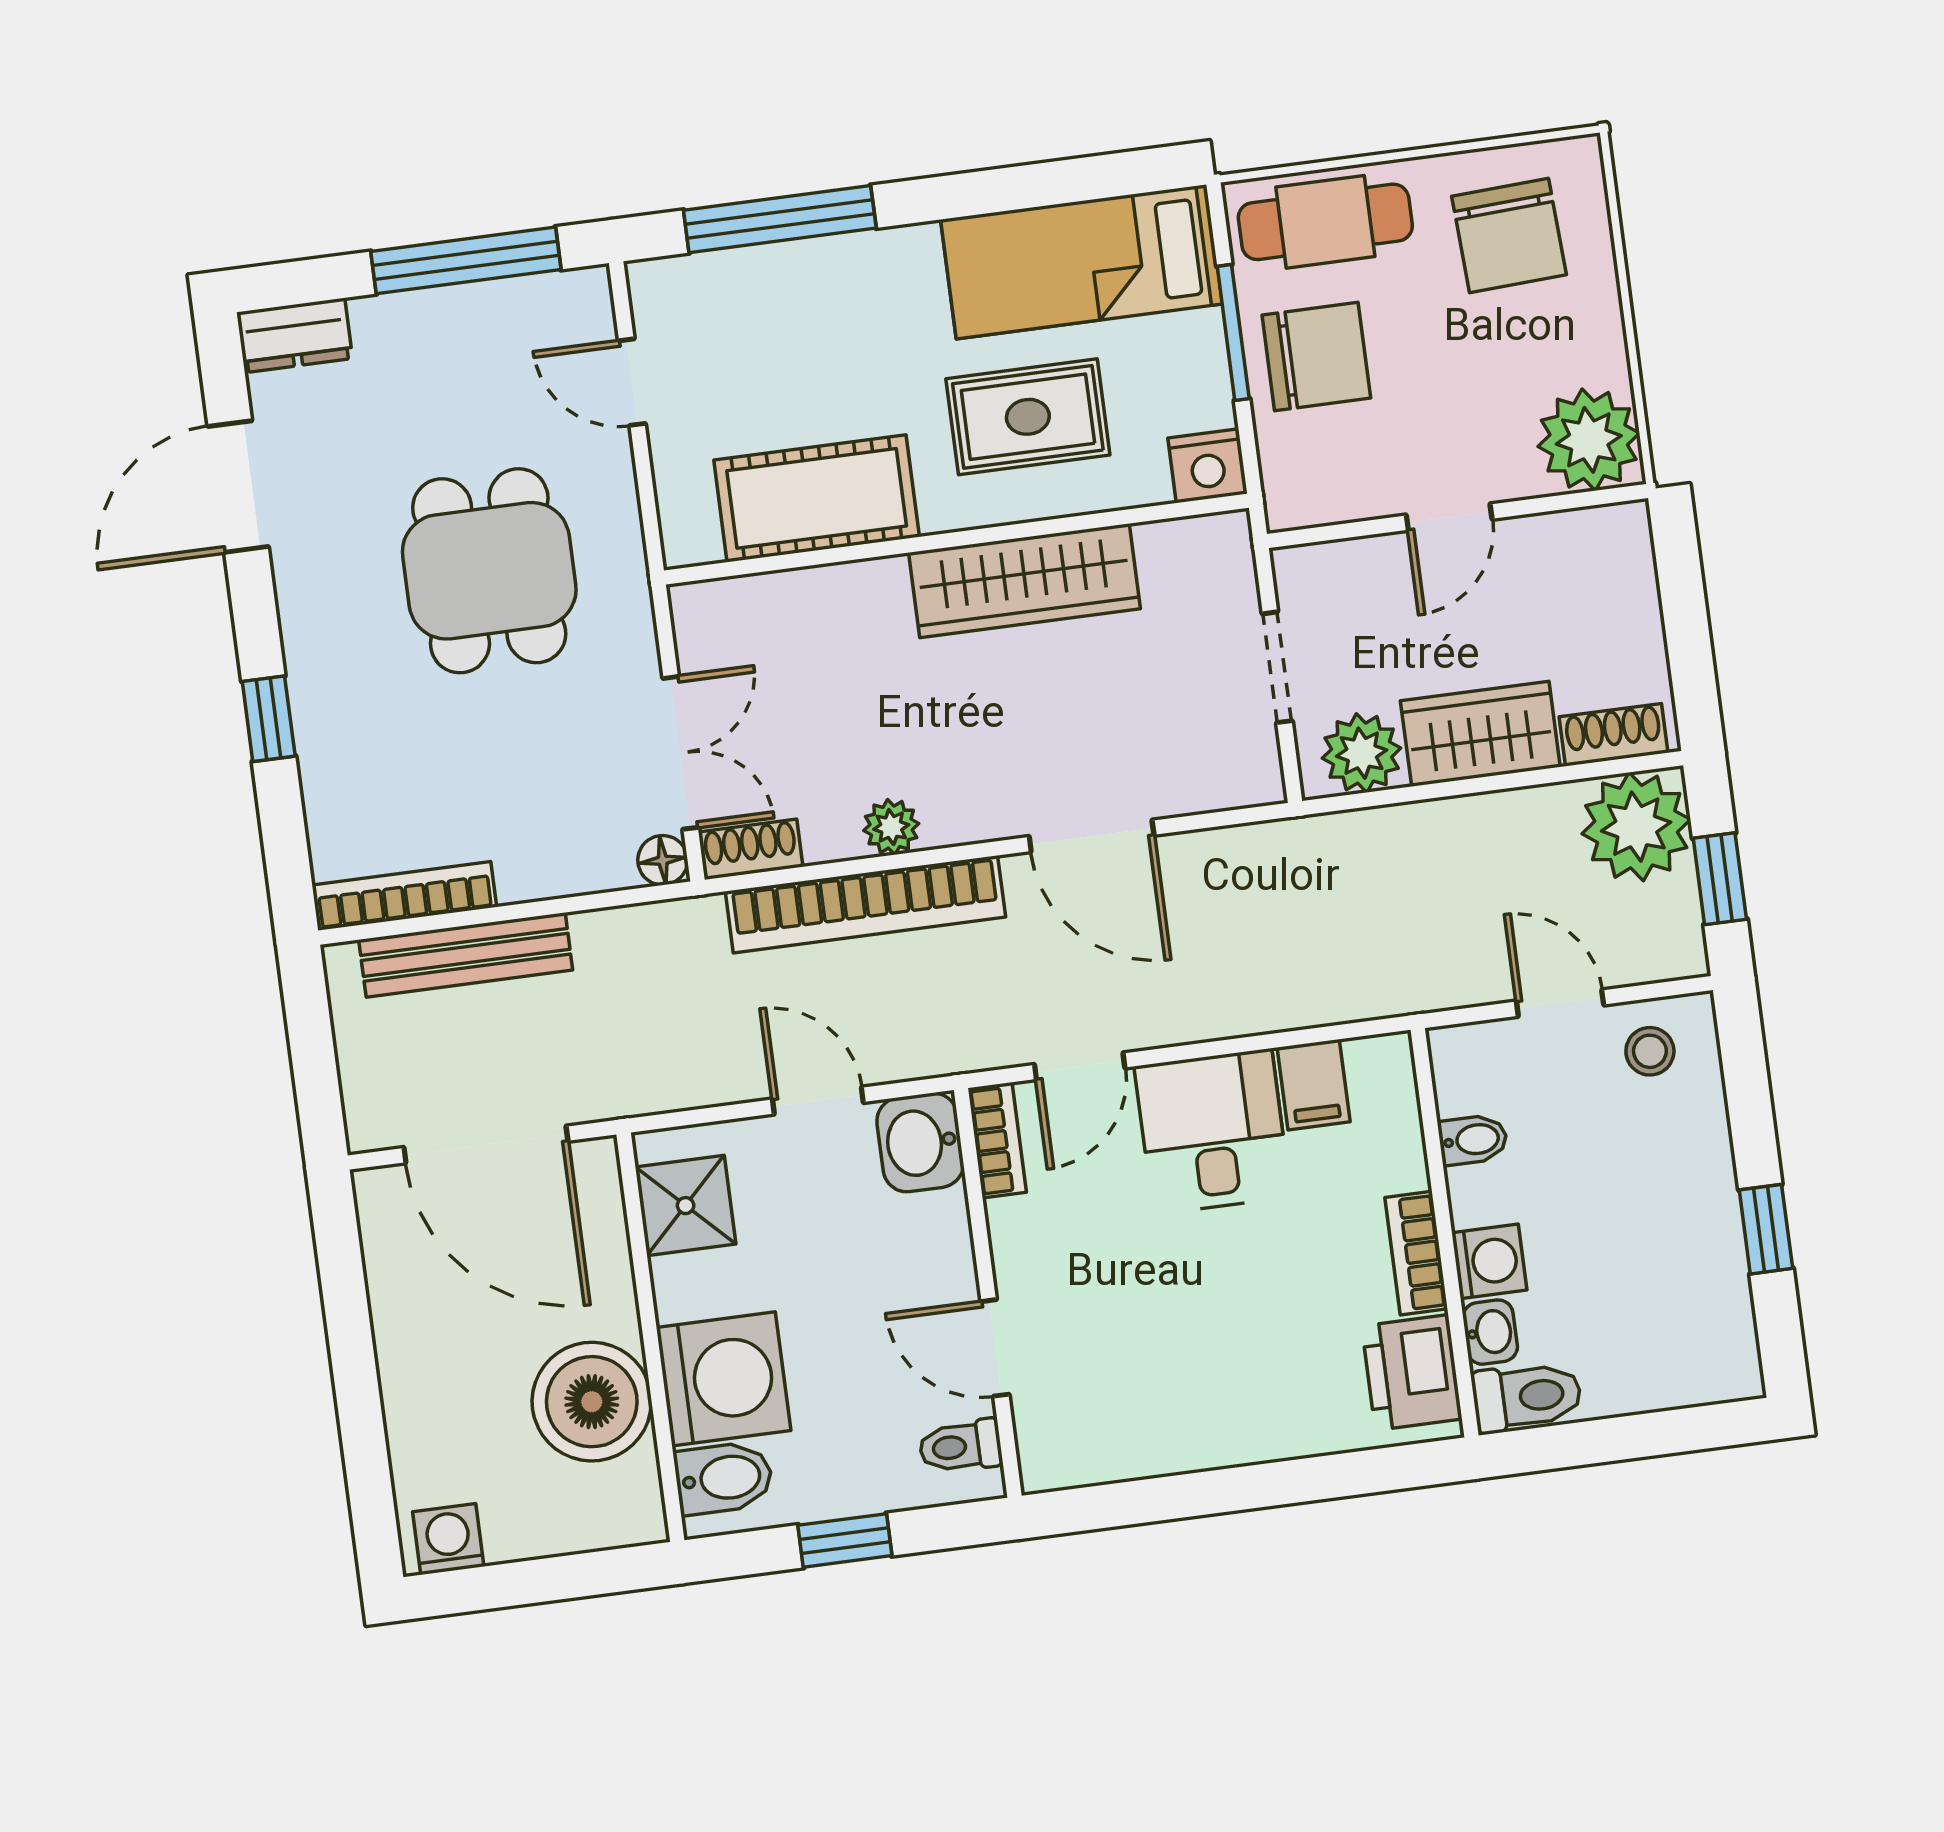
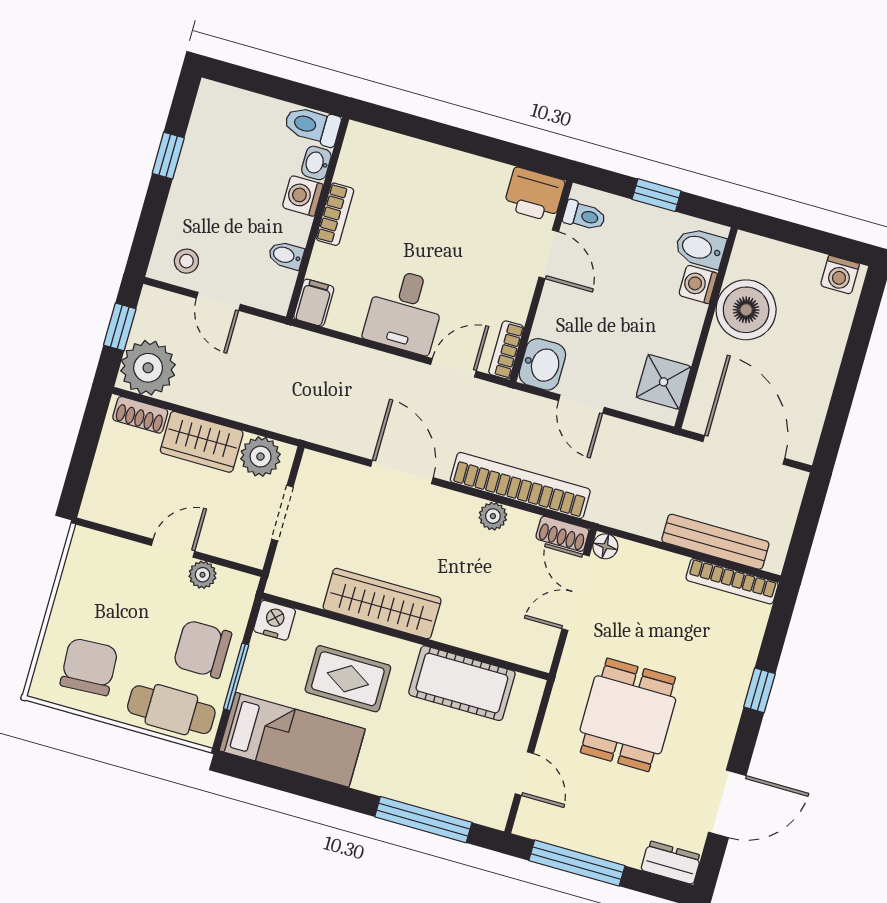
plant: (1589, 440) -> (203, 575), moved, width x0.53, depth x0.53
filing cabinet: (1314, 1085) -> (314, 303), moved
printer: (1412, 1373) -> (534, 194), moved, turned 90
washing machine: (724, 1379) -> (698, 284), width x0.53, depth x0.53

